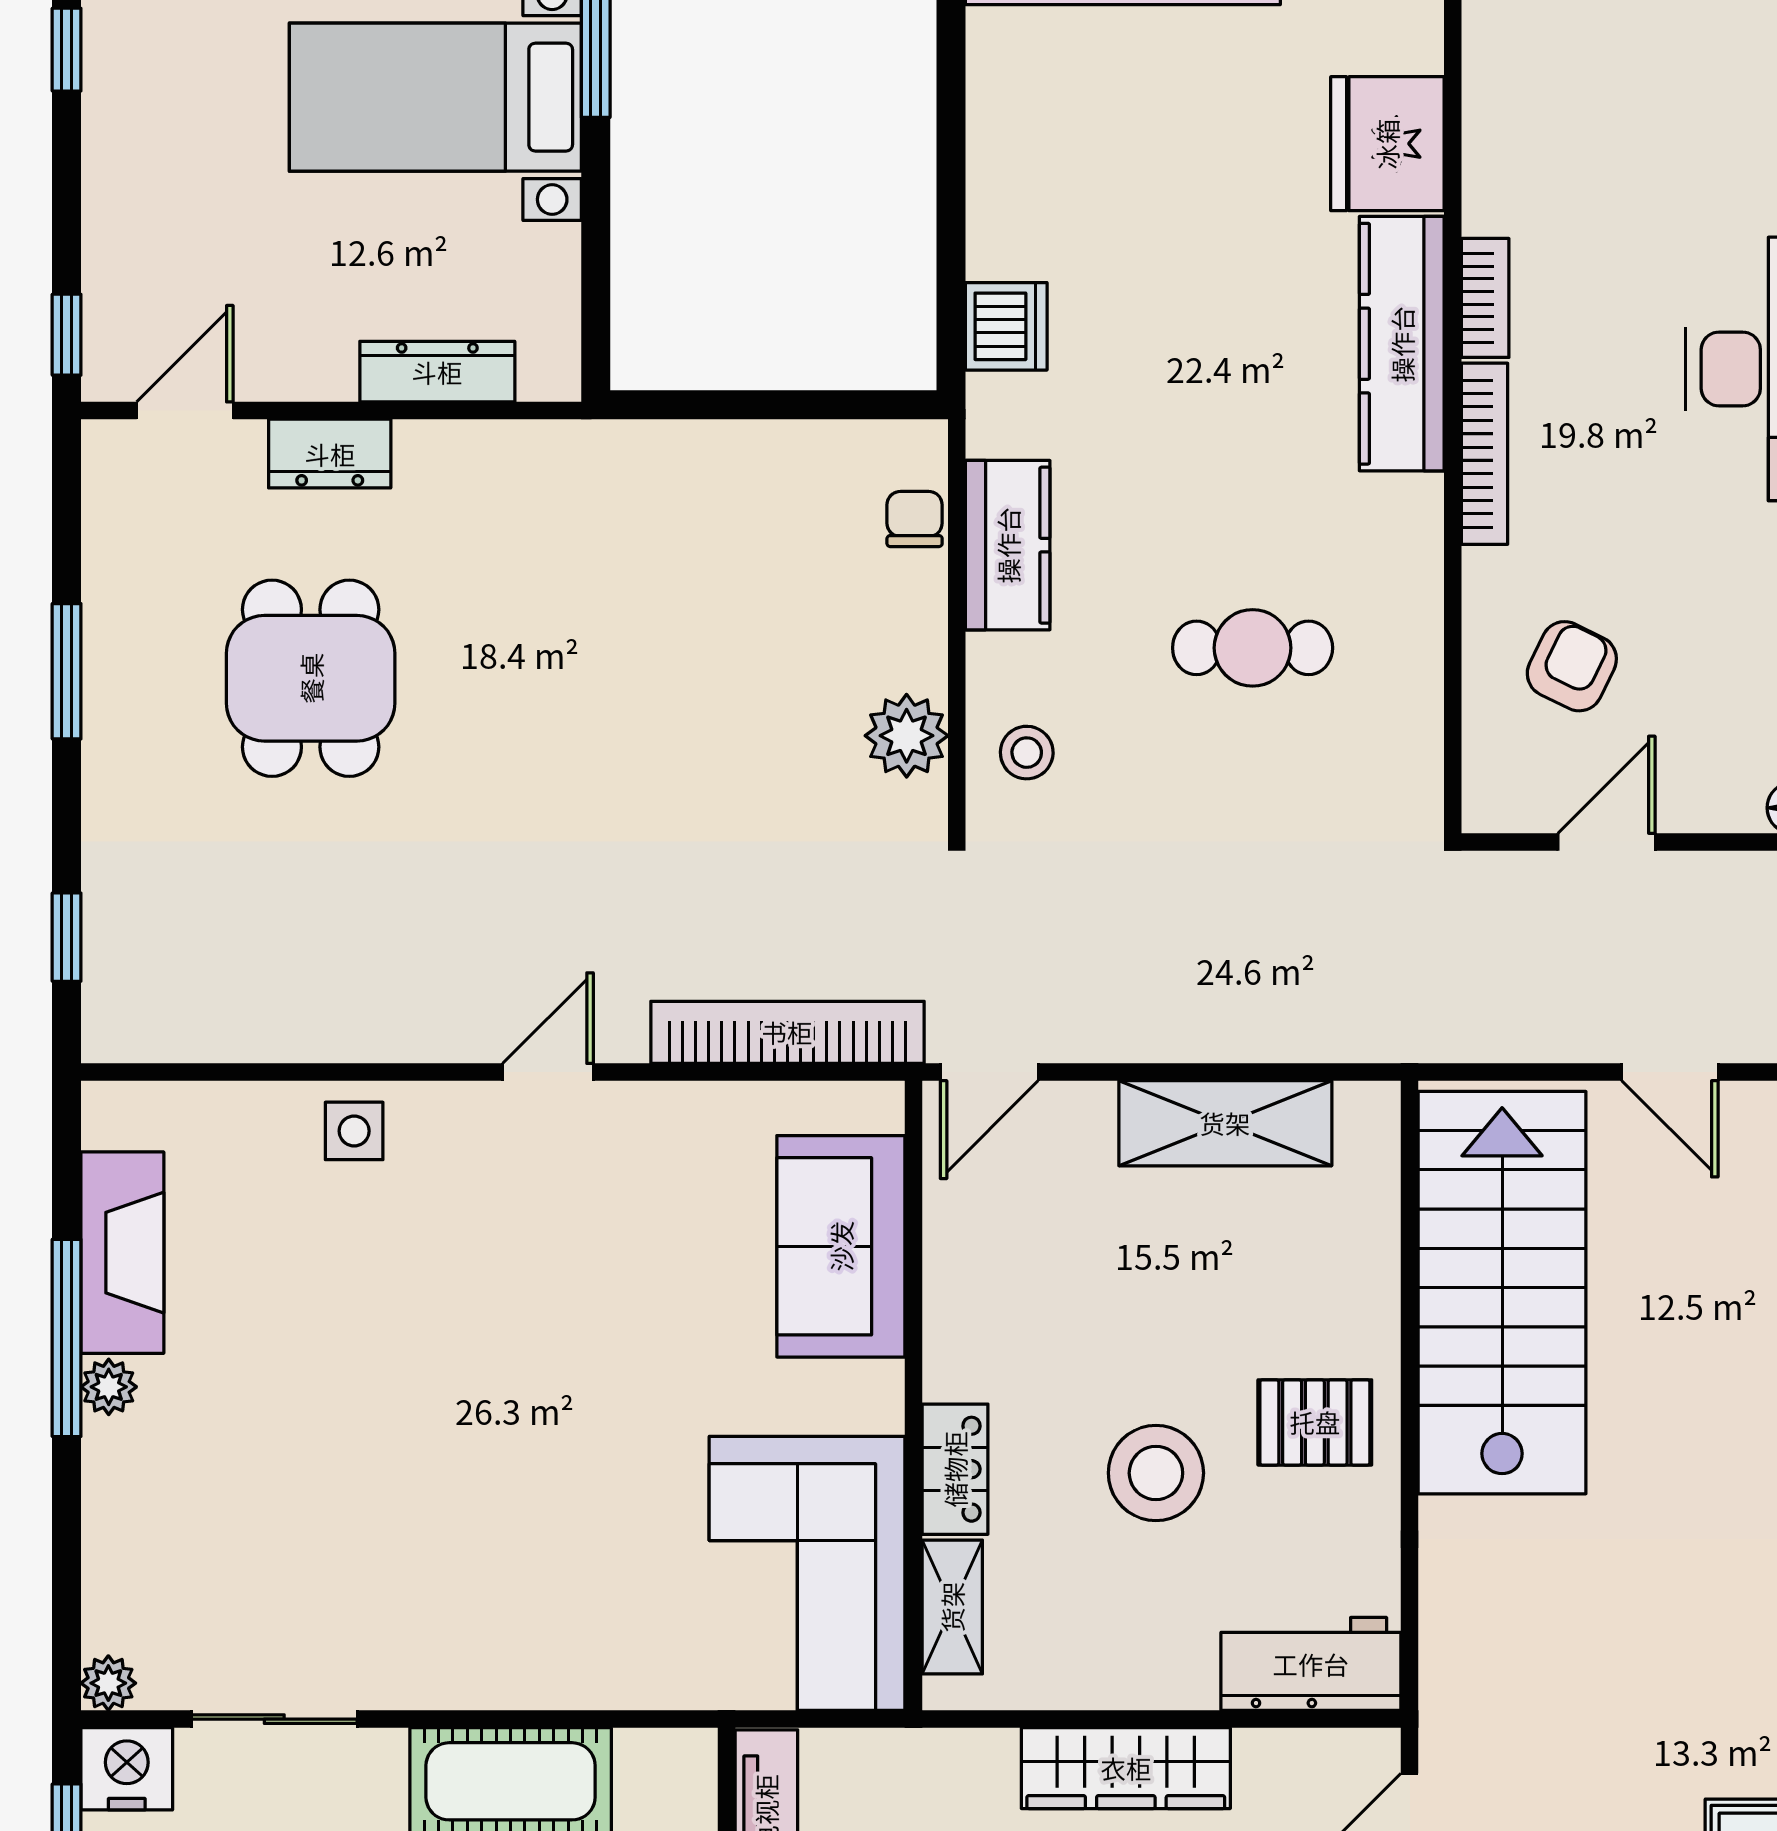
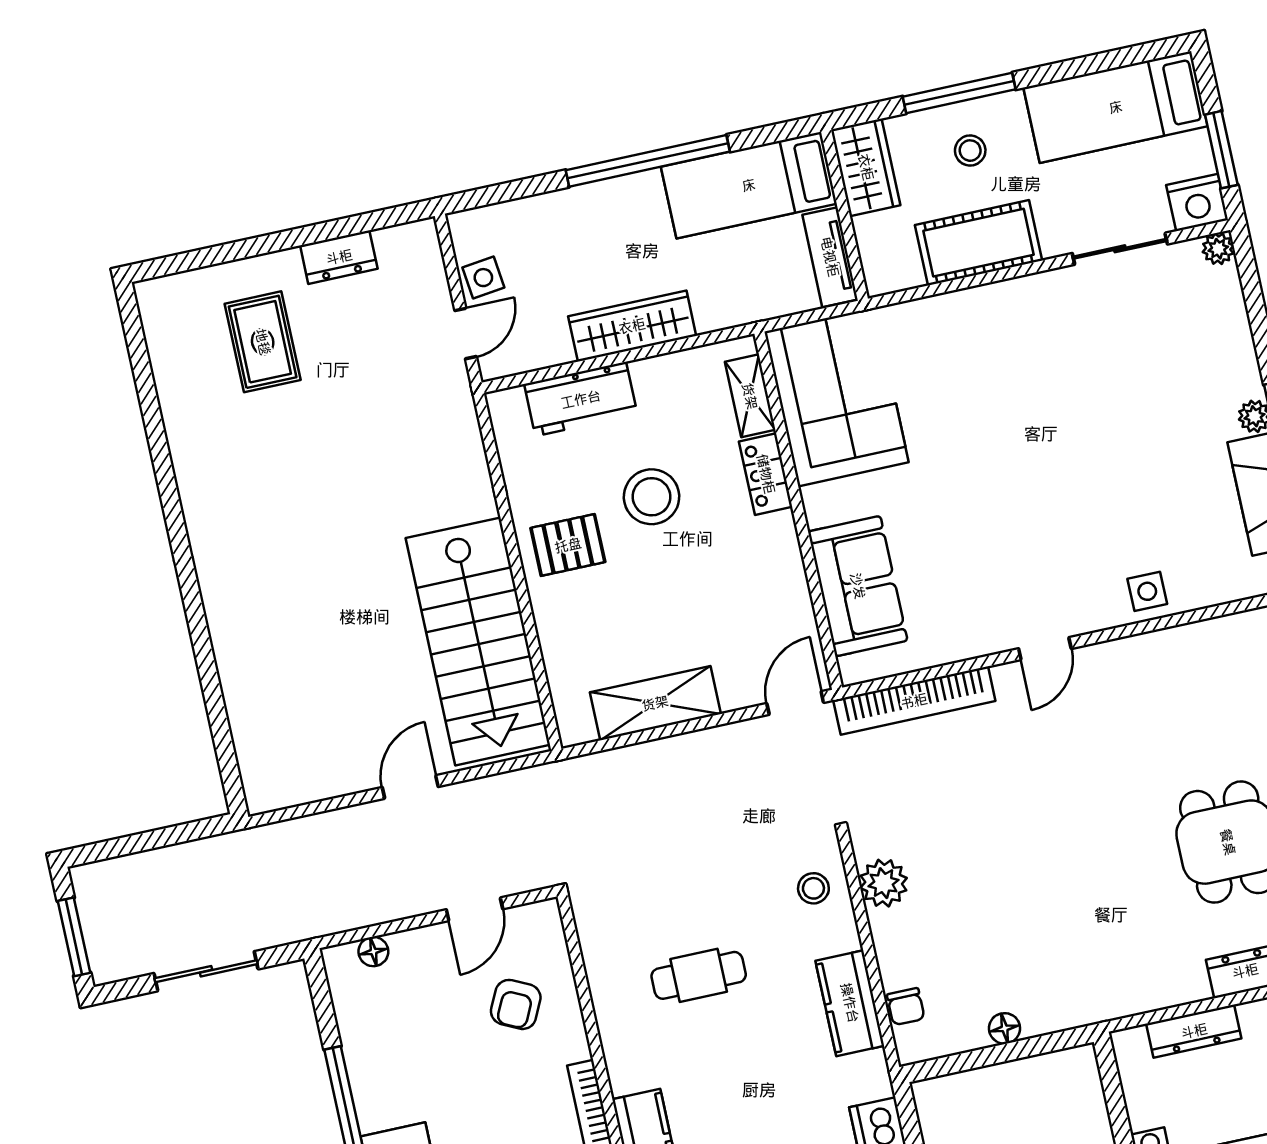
floor lamp: (756, 446) -> (1005, 1028), added
door: (1670, 1072) -> (410, 787), hinge flipped
workbench: (1311, 1664) -> (581, 399), moved

